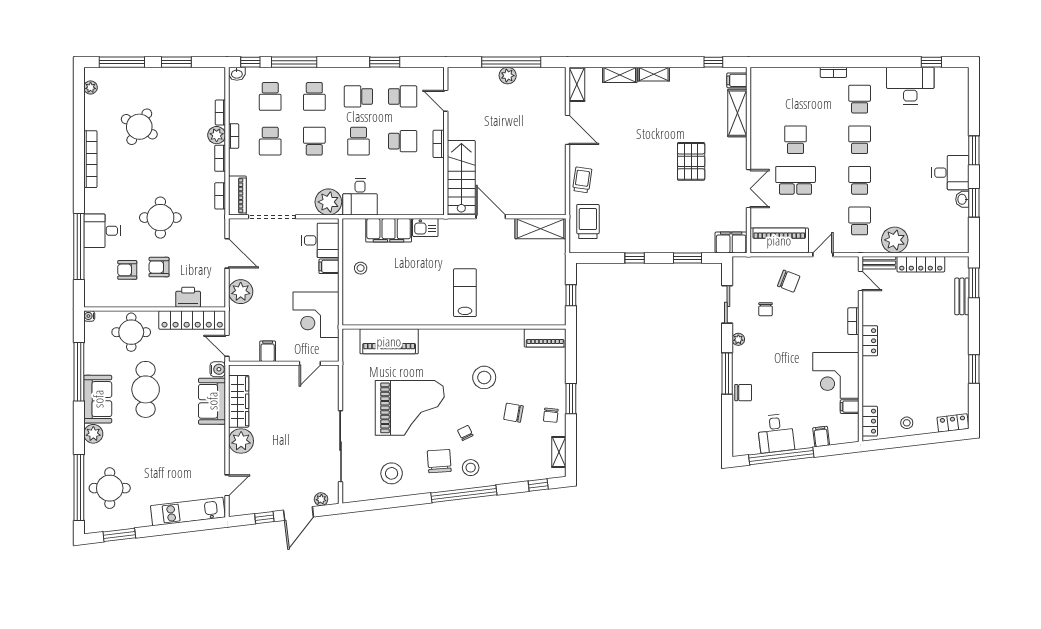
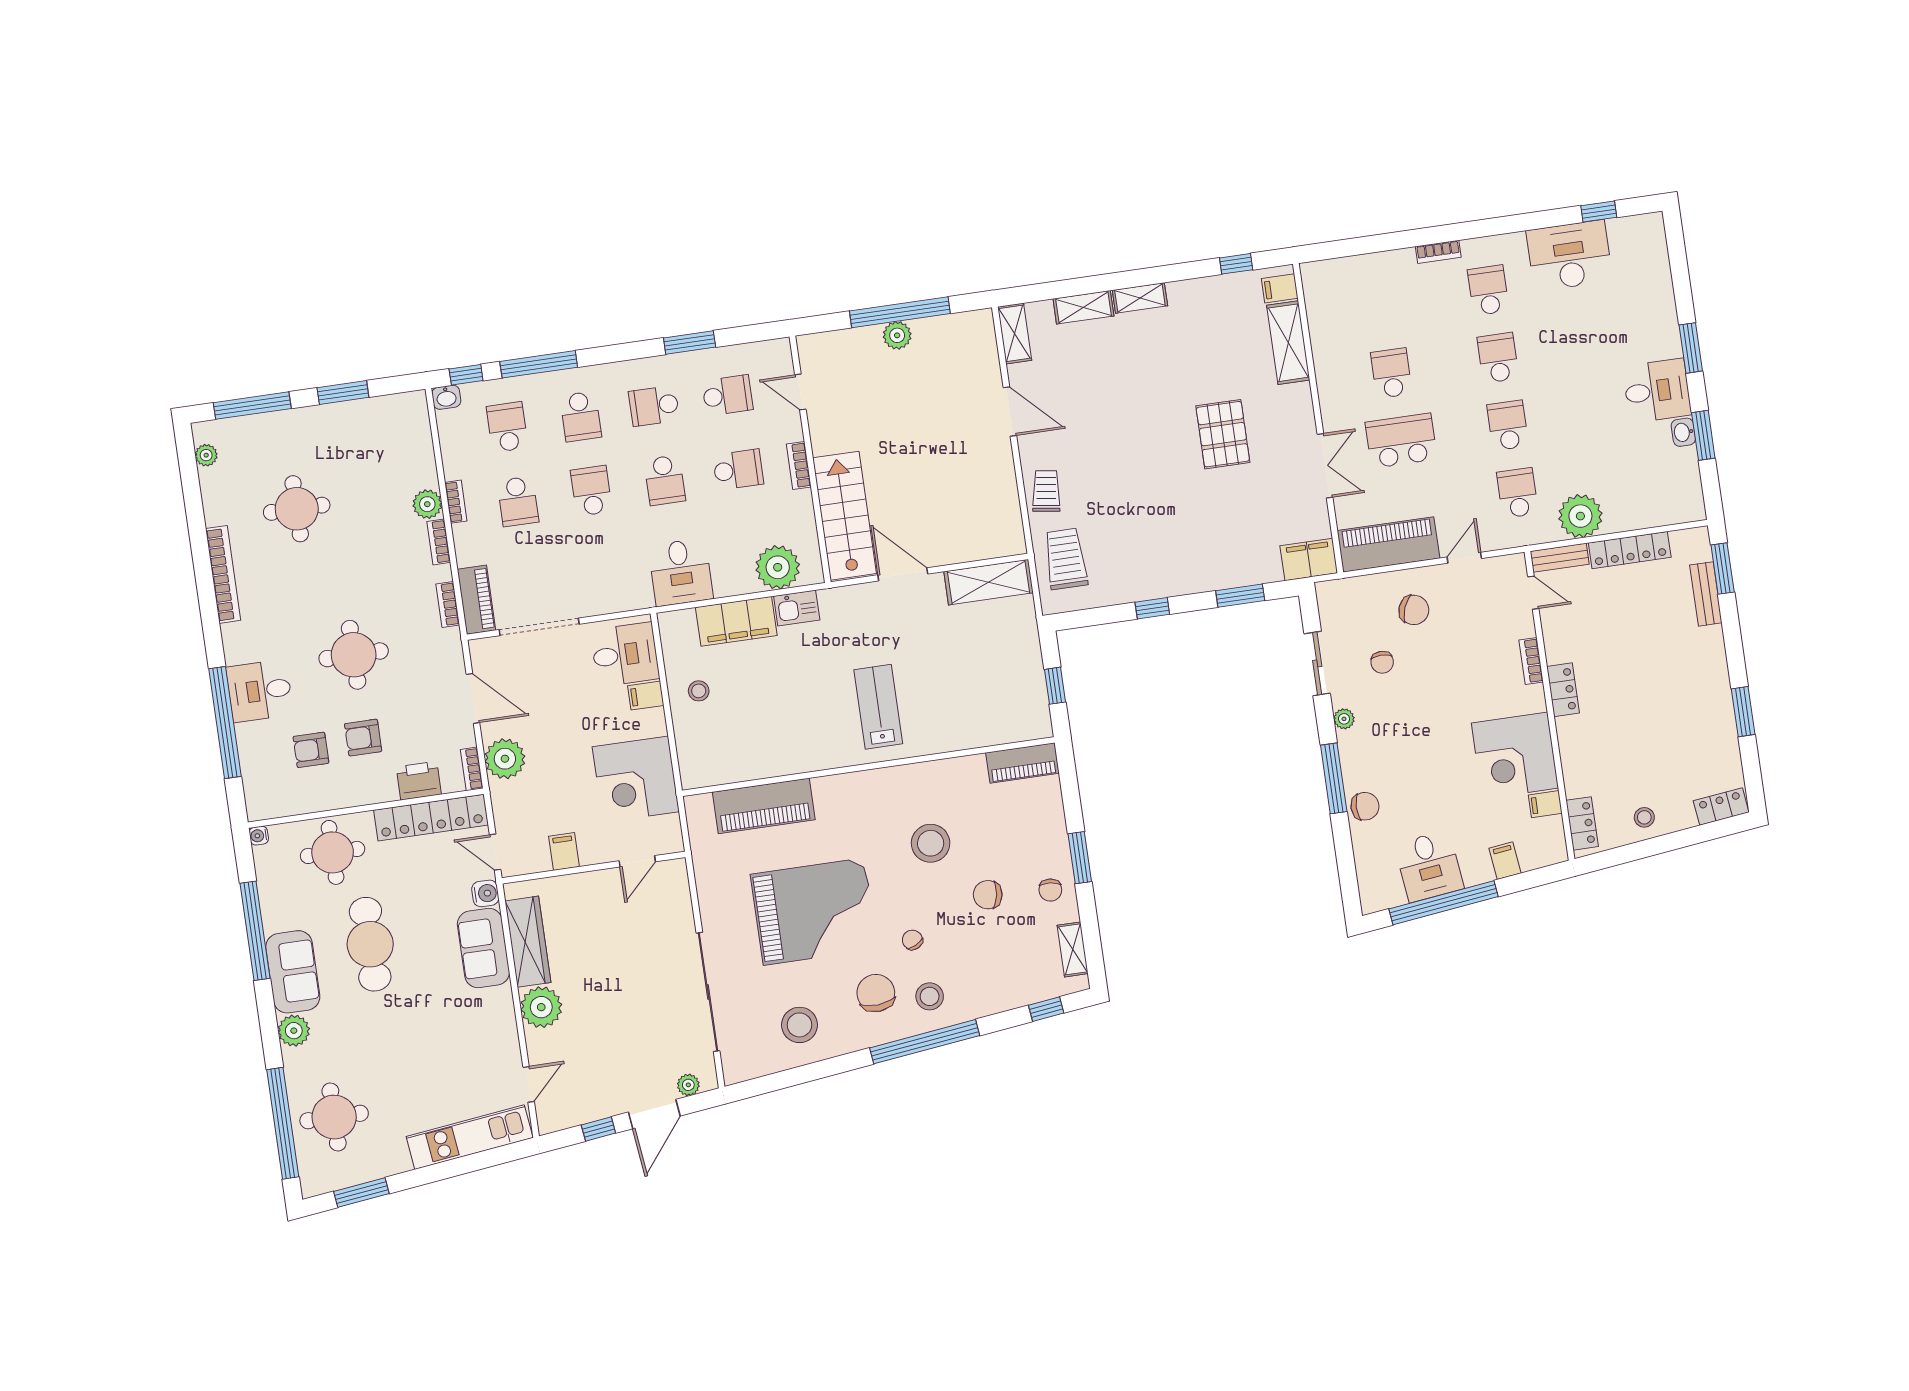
school desk: (270, 96) -> (507, 427), turned 180
bookcase: (220, 113) -> (472, 769), moved
round table: (139, 127) -> (297, 509), turned -30
plant: (328, 202) -> (778, 567), moved

